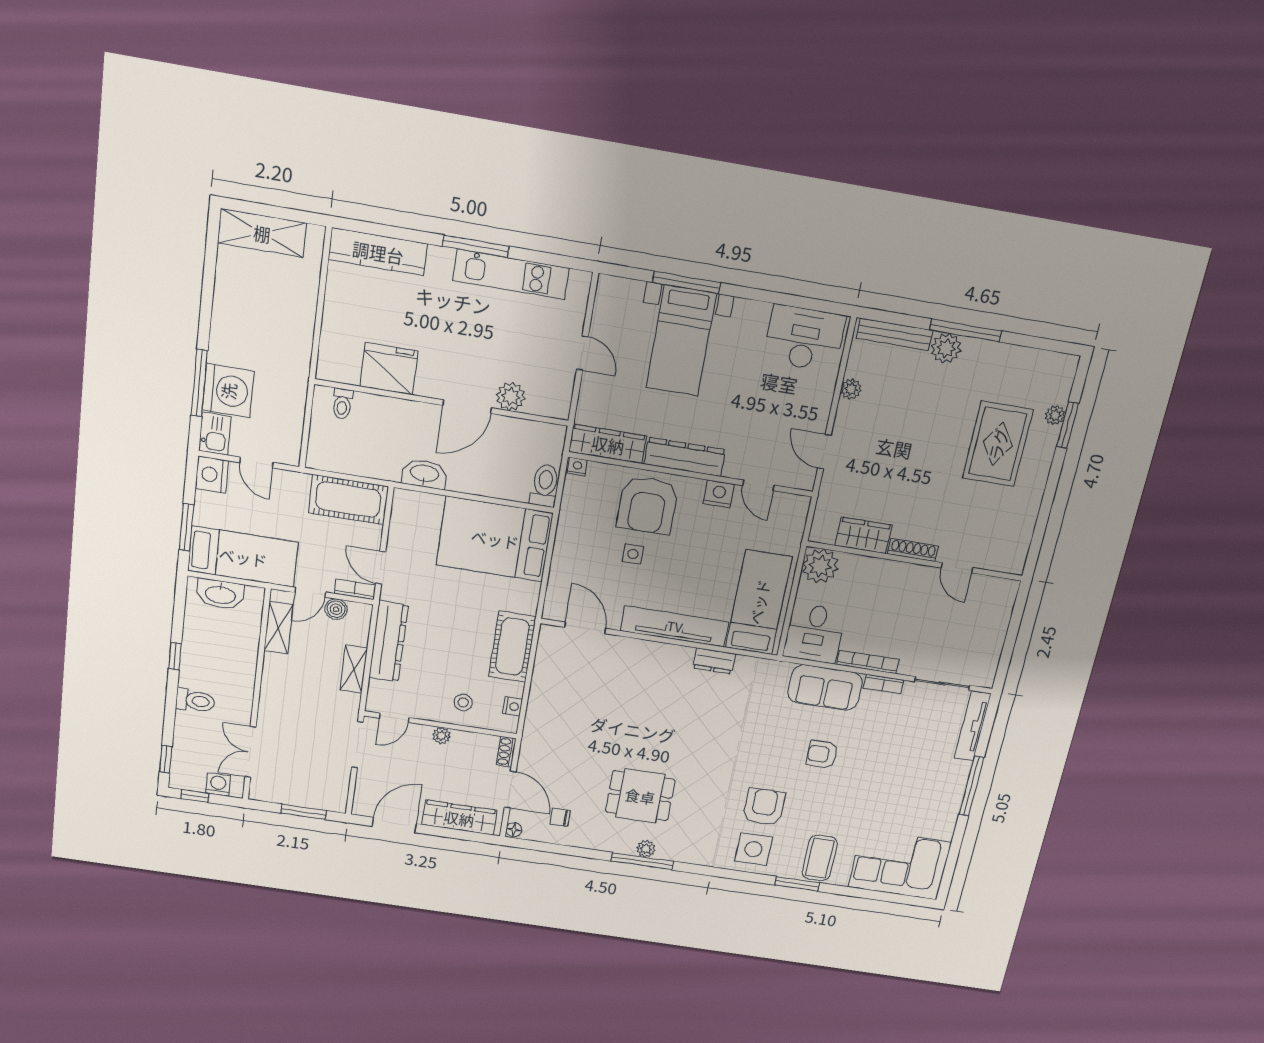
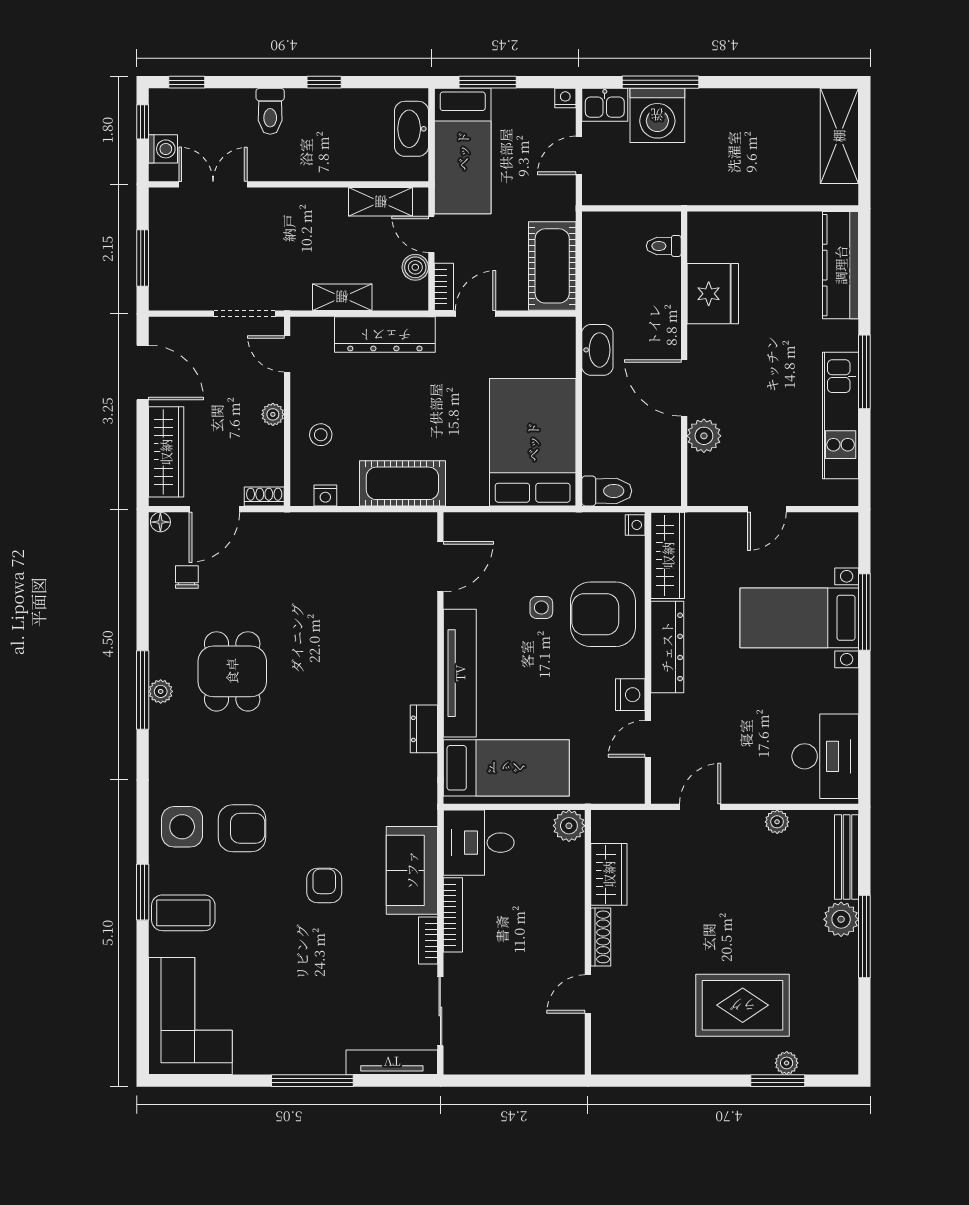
nightstand: (212, 475) -> (565, 98), width x0.53, depth x0.56
plant: (820, 566) -> (569, 826), width x0.73, depth x0.73

